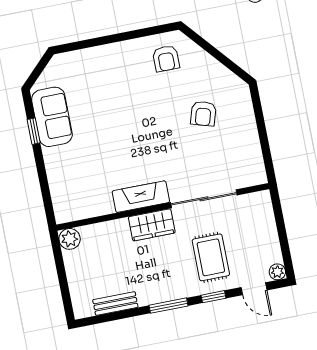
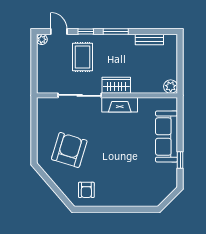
armchair: (166, 59) -> (86, 190), turned 180
armchair: (203, 114) -> (69, 150), width x1.88, depth x1.88
sofa: (52, 117) -> (167, 137), moved, width x1.36

